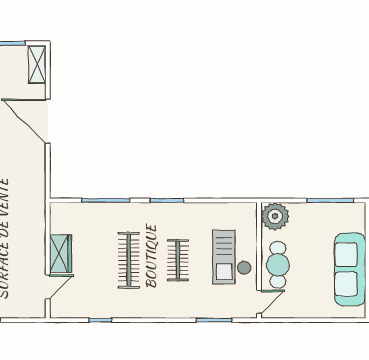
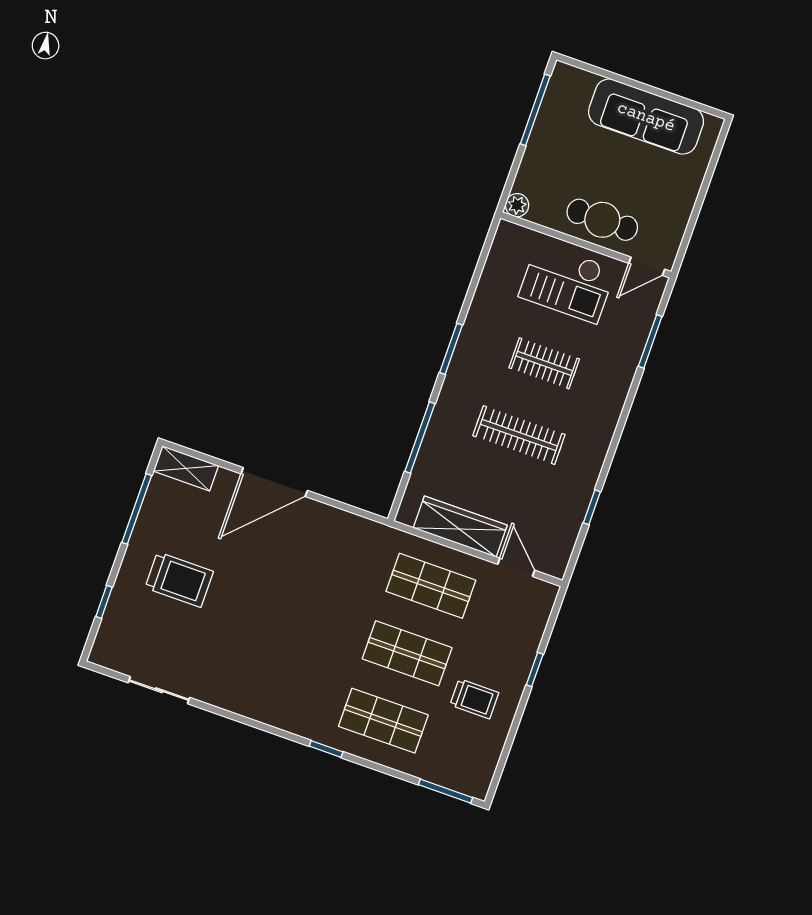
plant: (275, 216) -> (517, 205), width x0.53, depth x0.53
shop shelf: (18, 239) -> (431, 586), added
wardrobe: (60, 254) -> (460, 527), width x1.50
door: (259, 302) -> (647, 266), swing flipped

